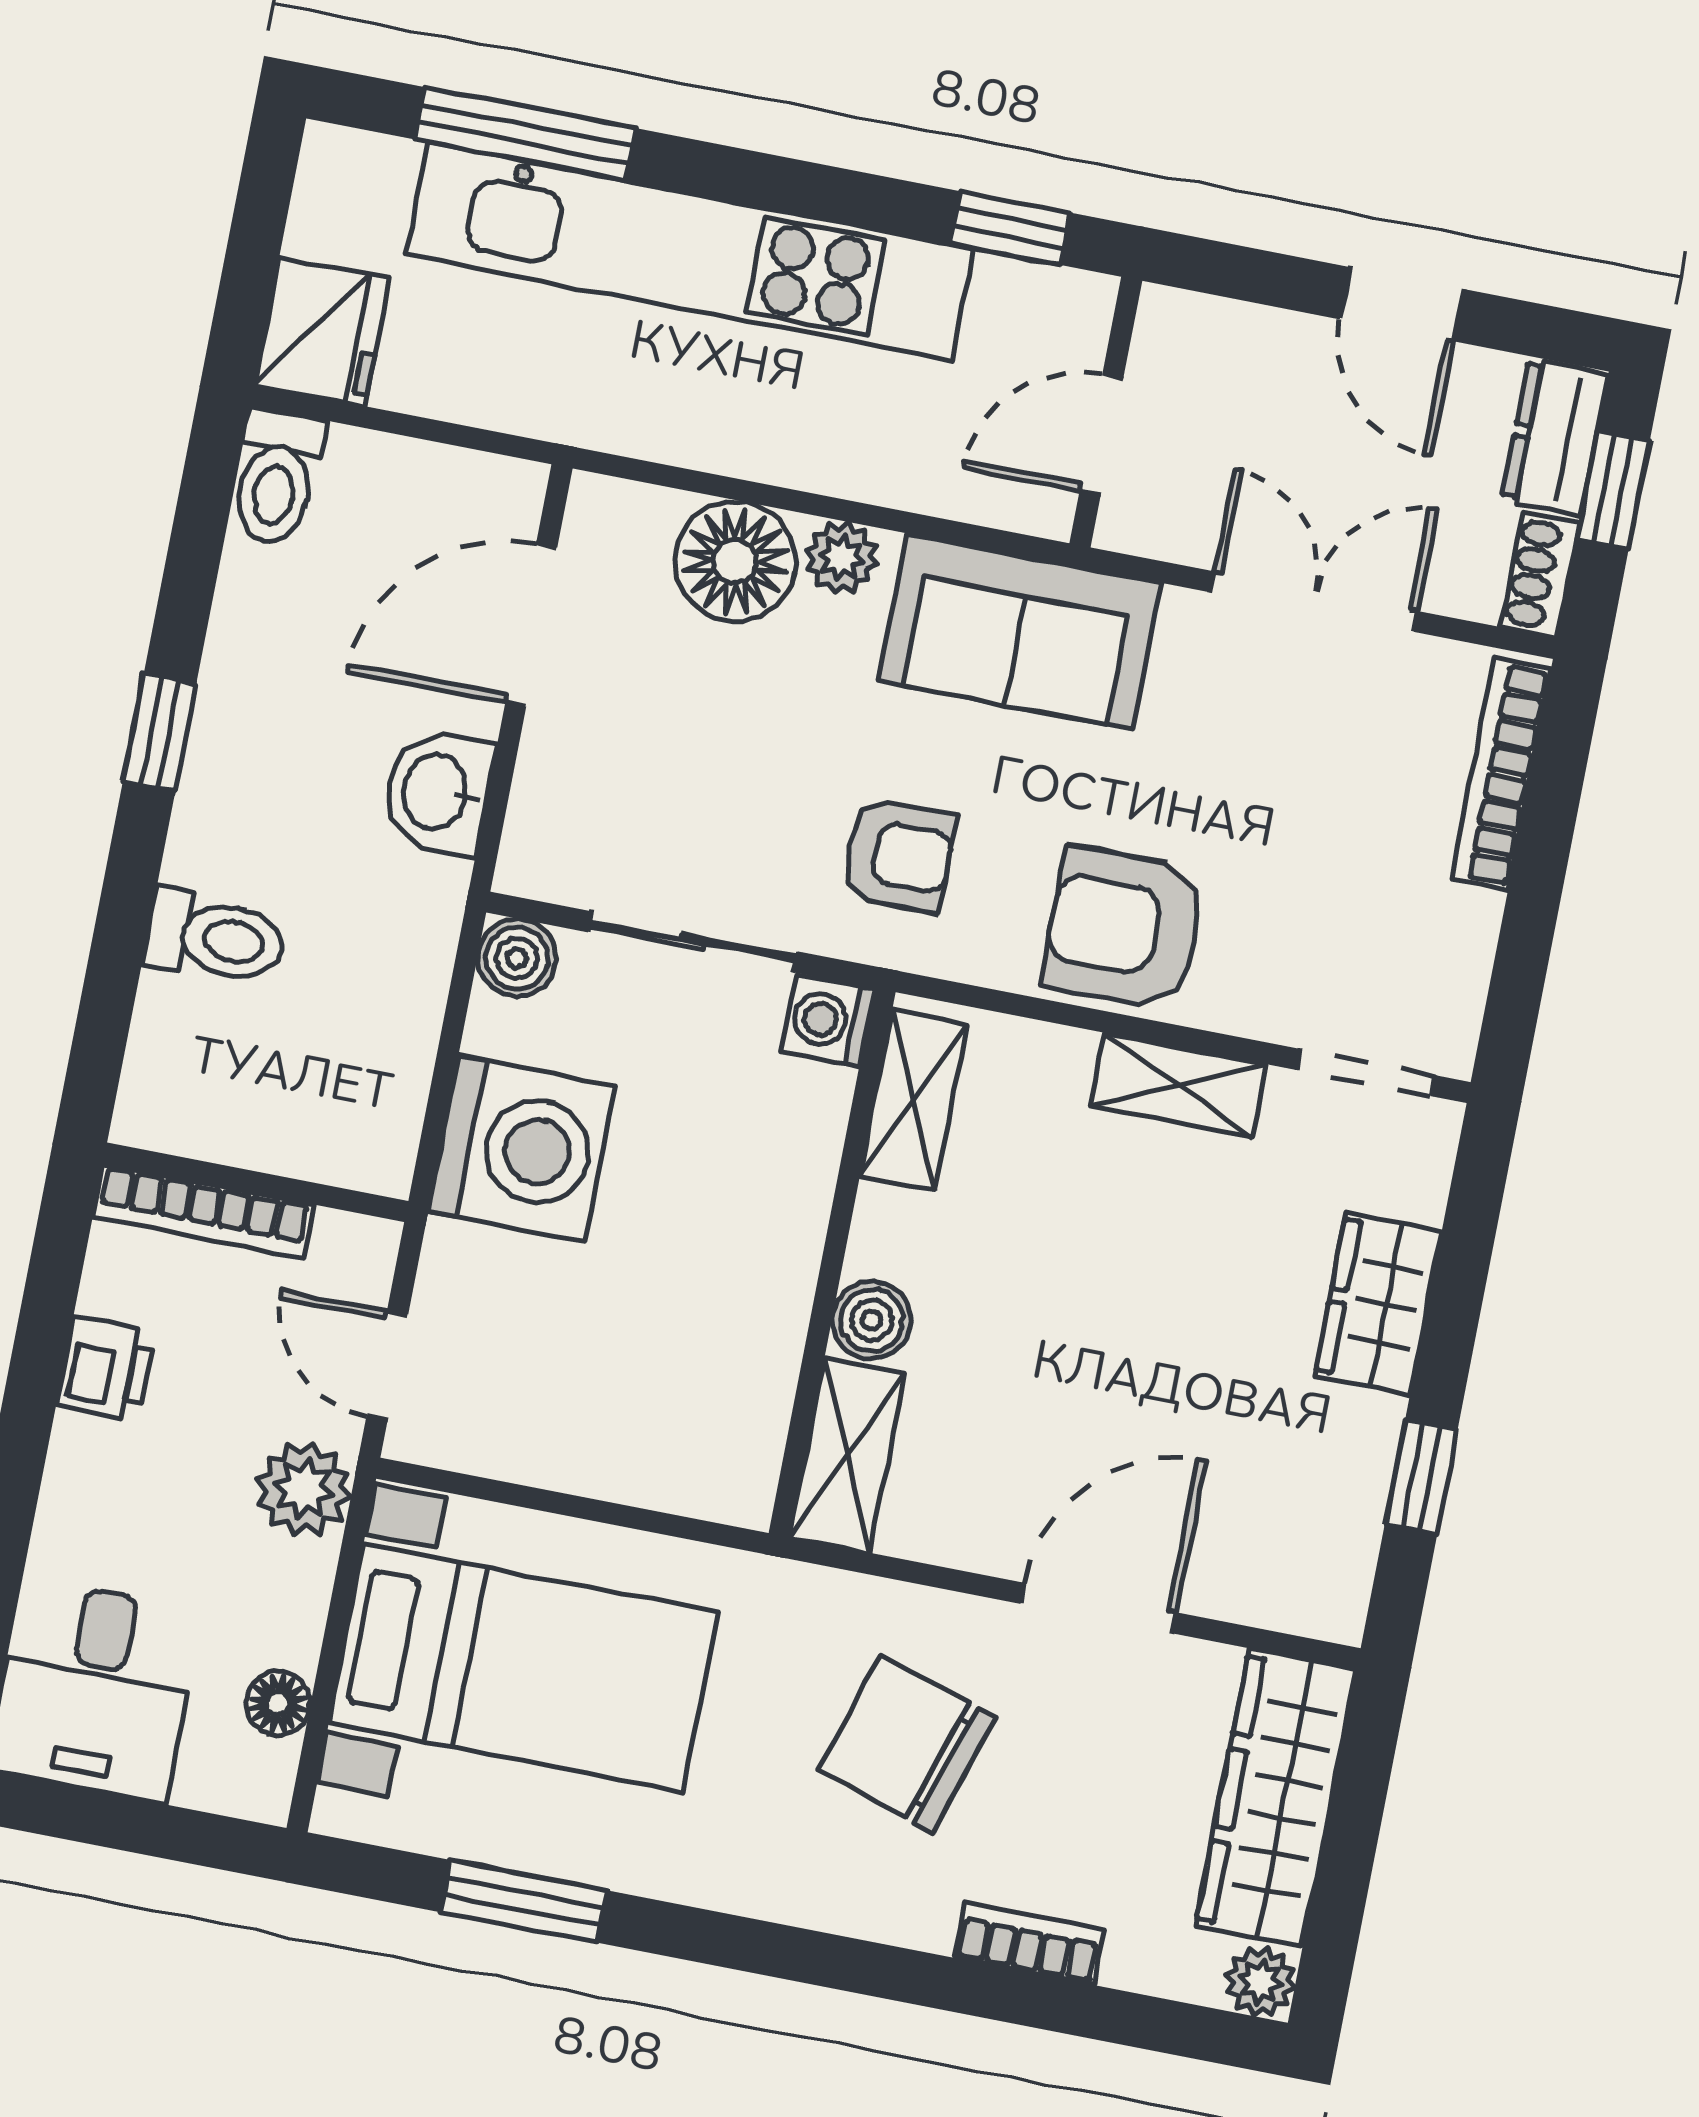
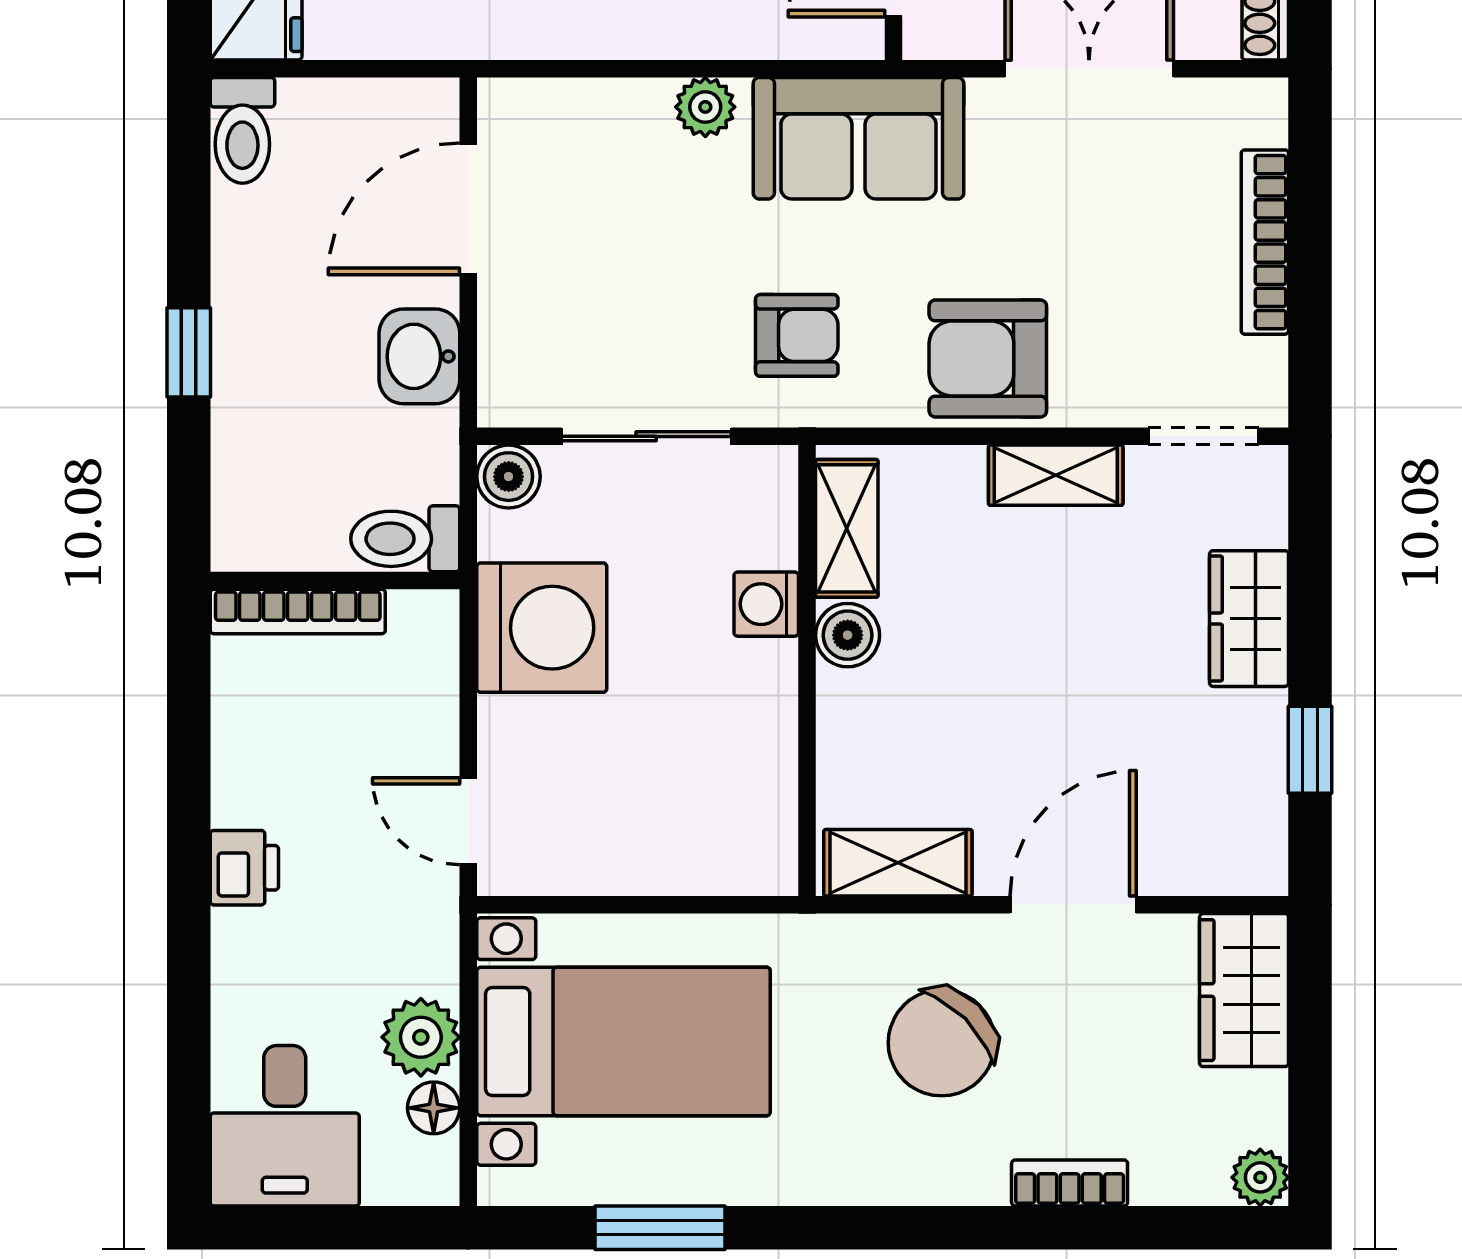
floor lamp: (735, 561) -> (621, 126), removed
bookcase: (1501, 774) -> (1265, 242), moved
toilet: (215, 938) -> (405, 539), moved, turned 180
washing machine: (828, 1021) -> (766, 604), moved
wall: (256, 1182) -> (335, 580), moved
bookcase: (203, 1211) -> (298, 612), moved
boiler: (872, 1320) -> (848, 635), moved
shelving: (847, 1456) -> (898, 863), moved, turned 90
plant: (304, 1489) -> (421, 1037), moved
chair: (907, 1744) -> (942, 1043), turned -63
wardrobe: (1276, 1798) -> (1244, 990), width x0.67

